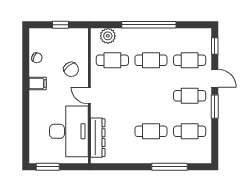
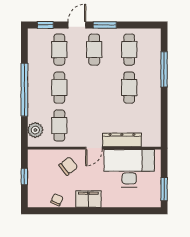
filing cabinet: (38, 83) -> (88, 199), width x2.00
dresser: (98, 138) -> (122, 140), moved

